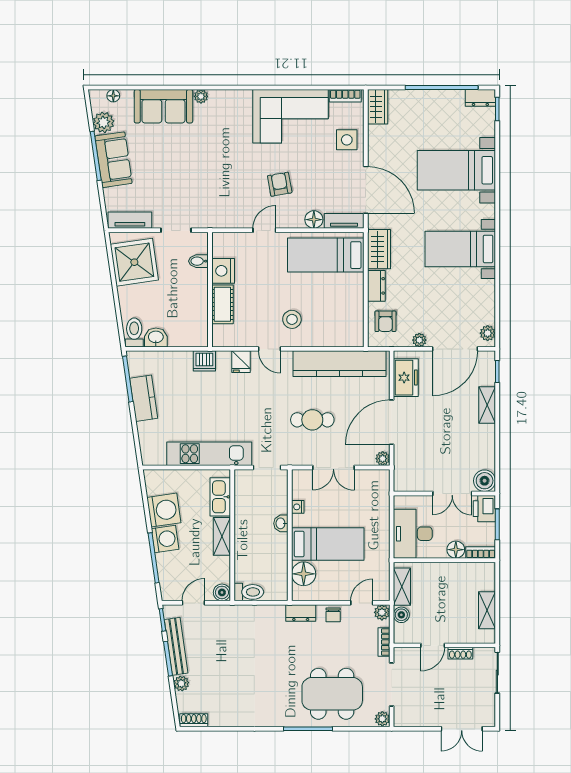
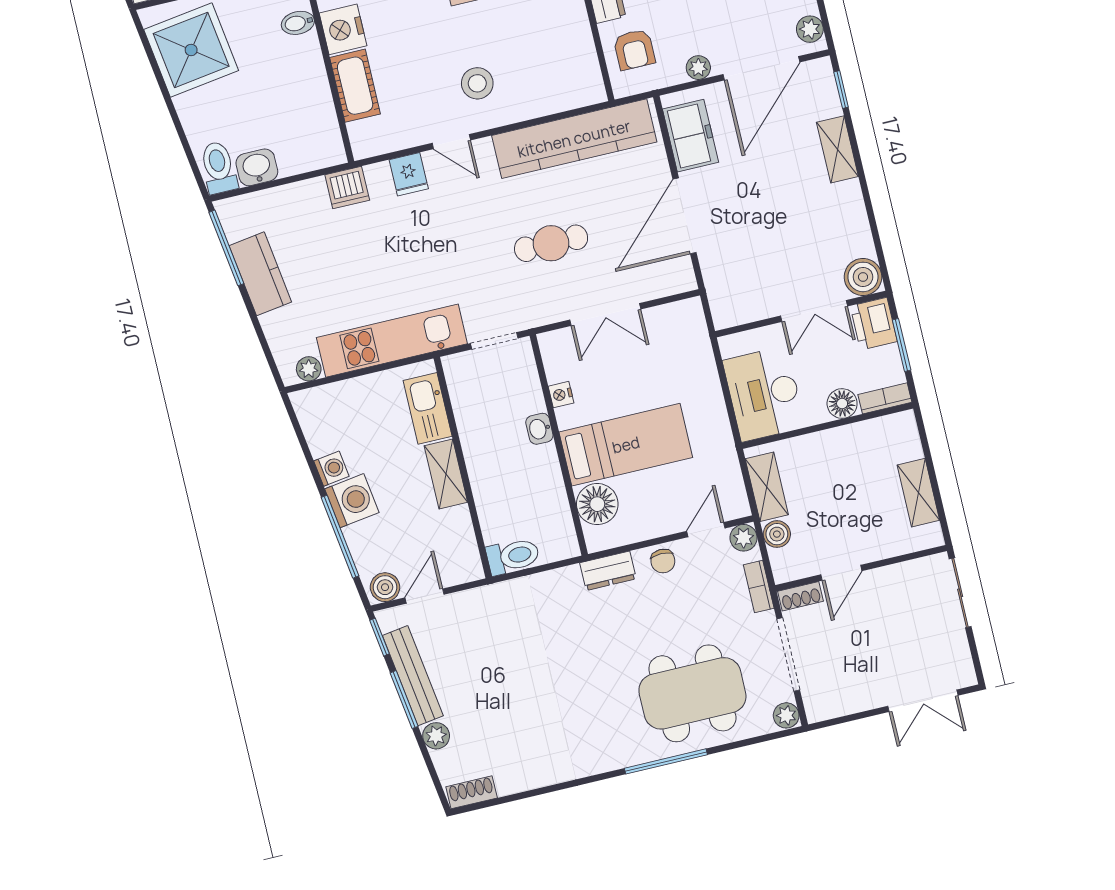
plant: (383, 459) -> (309, 369), moved
washing machine: (164, 510) -> (331, 469), width x0.53, depth x0.53
boiler: (222, 592) -> (385, 587), moved
shoe rack: (460, 653) -> (801, 596), moved

